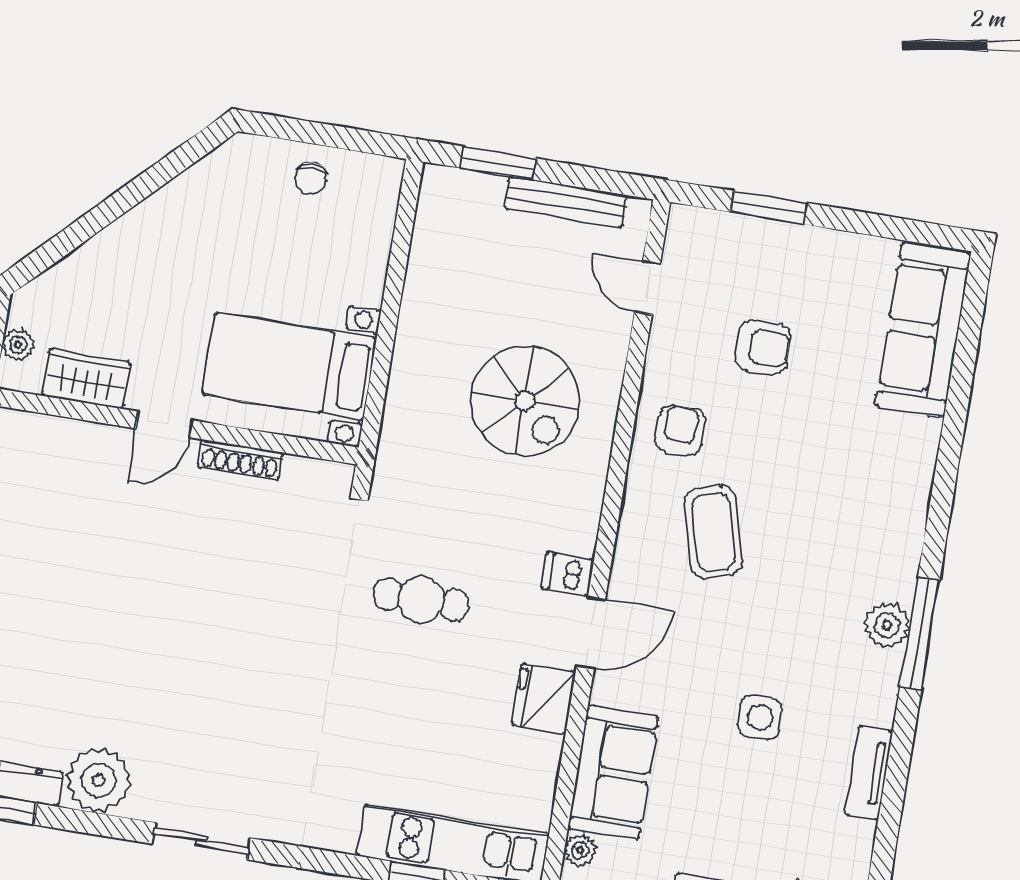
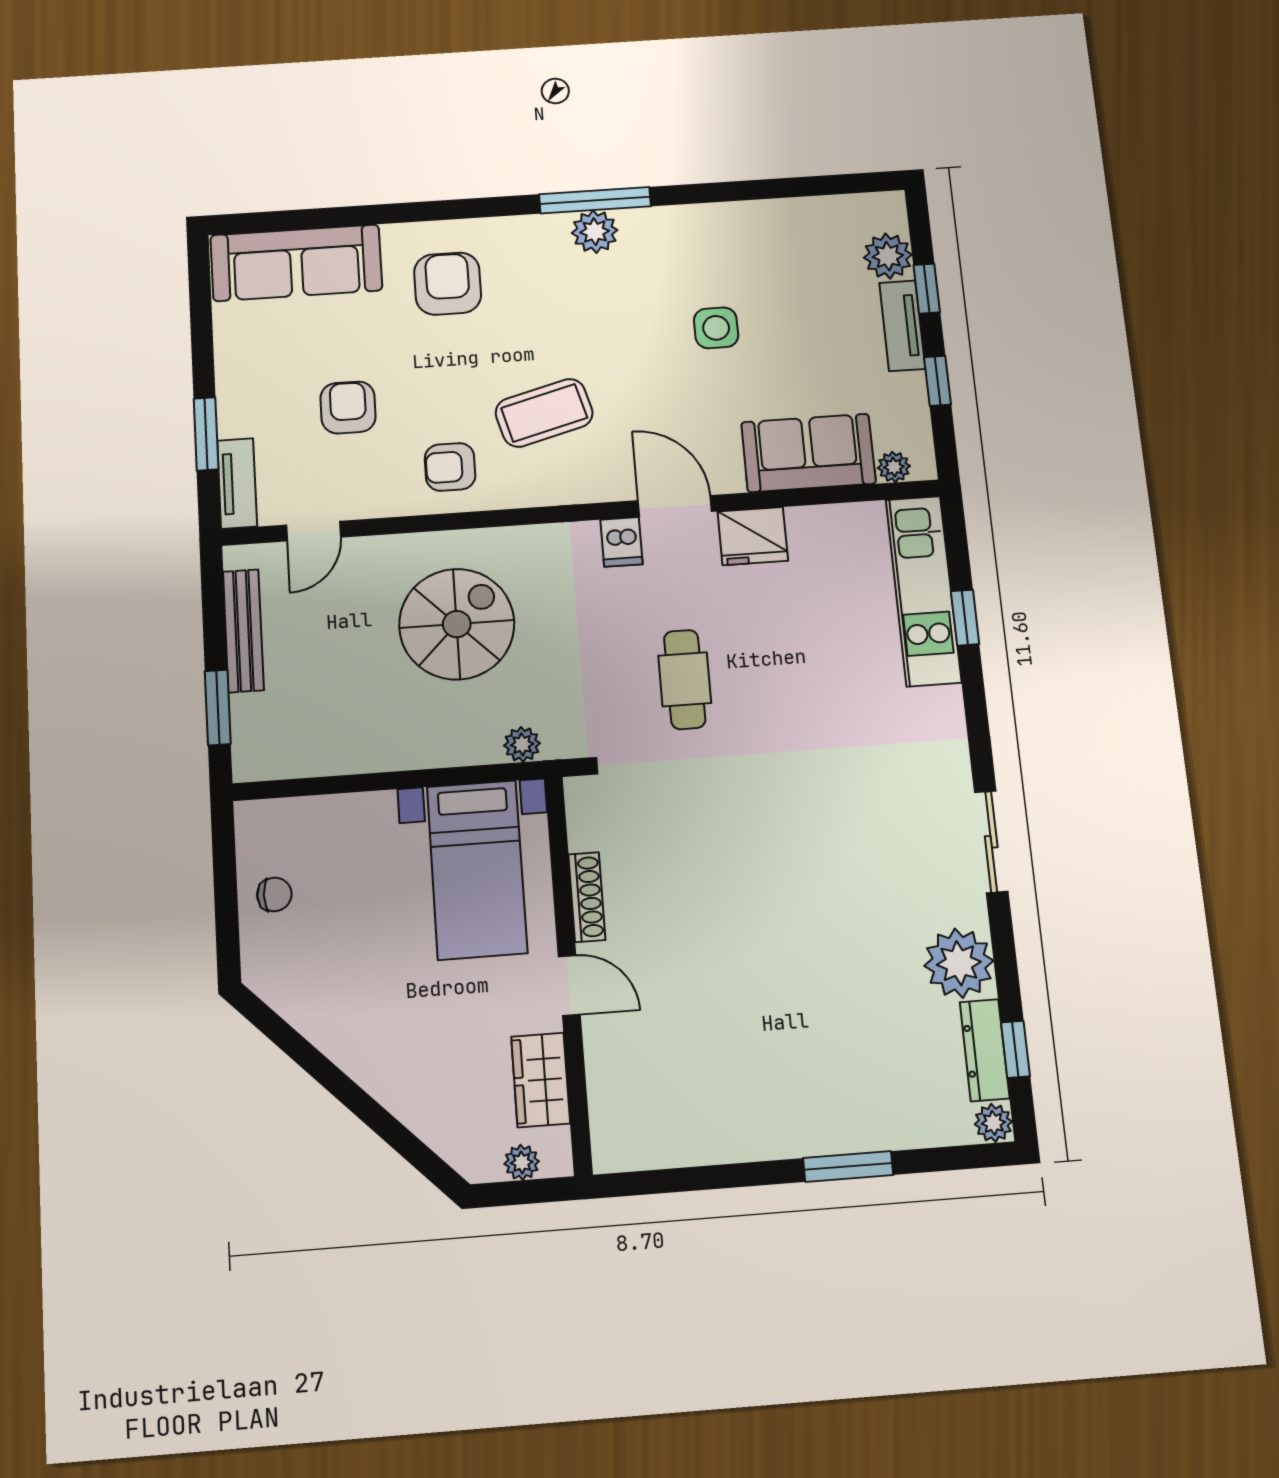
plant: (396, 435) -> (522, 744), added
armchair: (867, 471) -> (448, 284), added
tv unit: (869, 772) -> (237, 483), moved, turned -90

